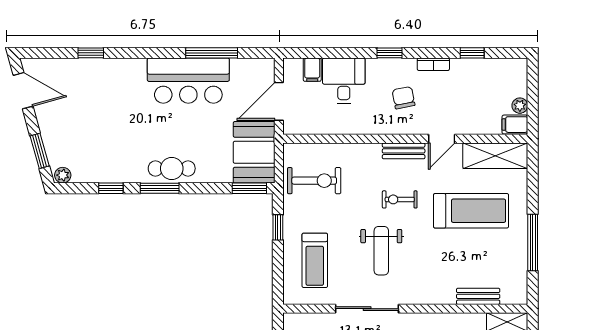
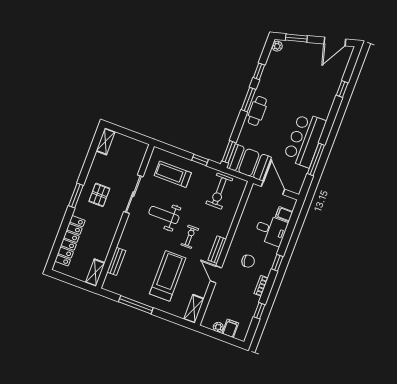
filing cabinet: (515, 125) -> (230, 328), moved
shelving: (495, 156) -> (194, 309), width x0.67, depth x0.75
treadmill: (471, 211) -> (168, 276), turned 180

